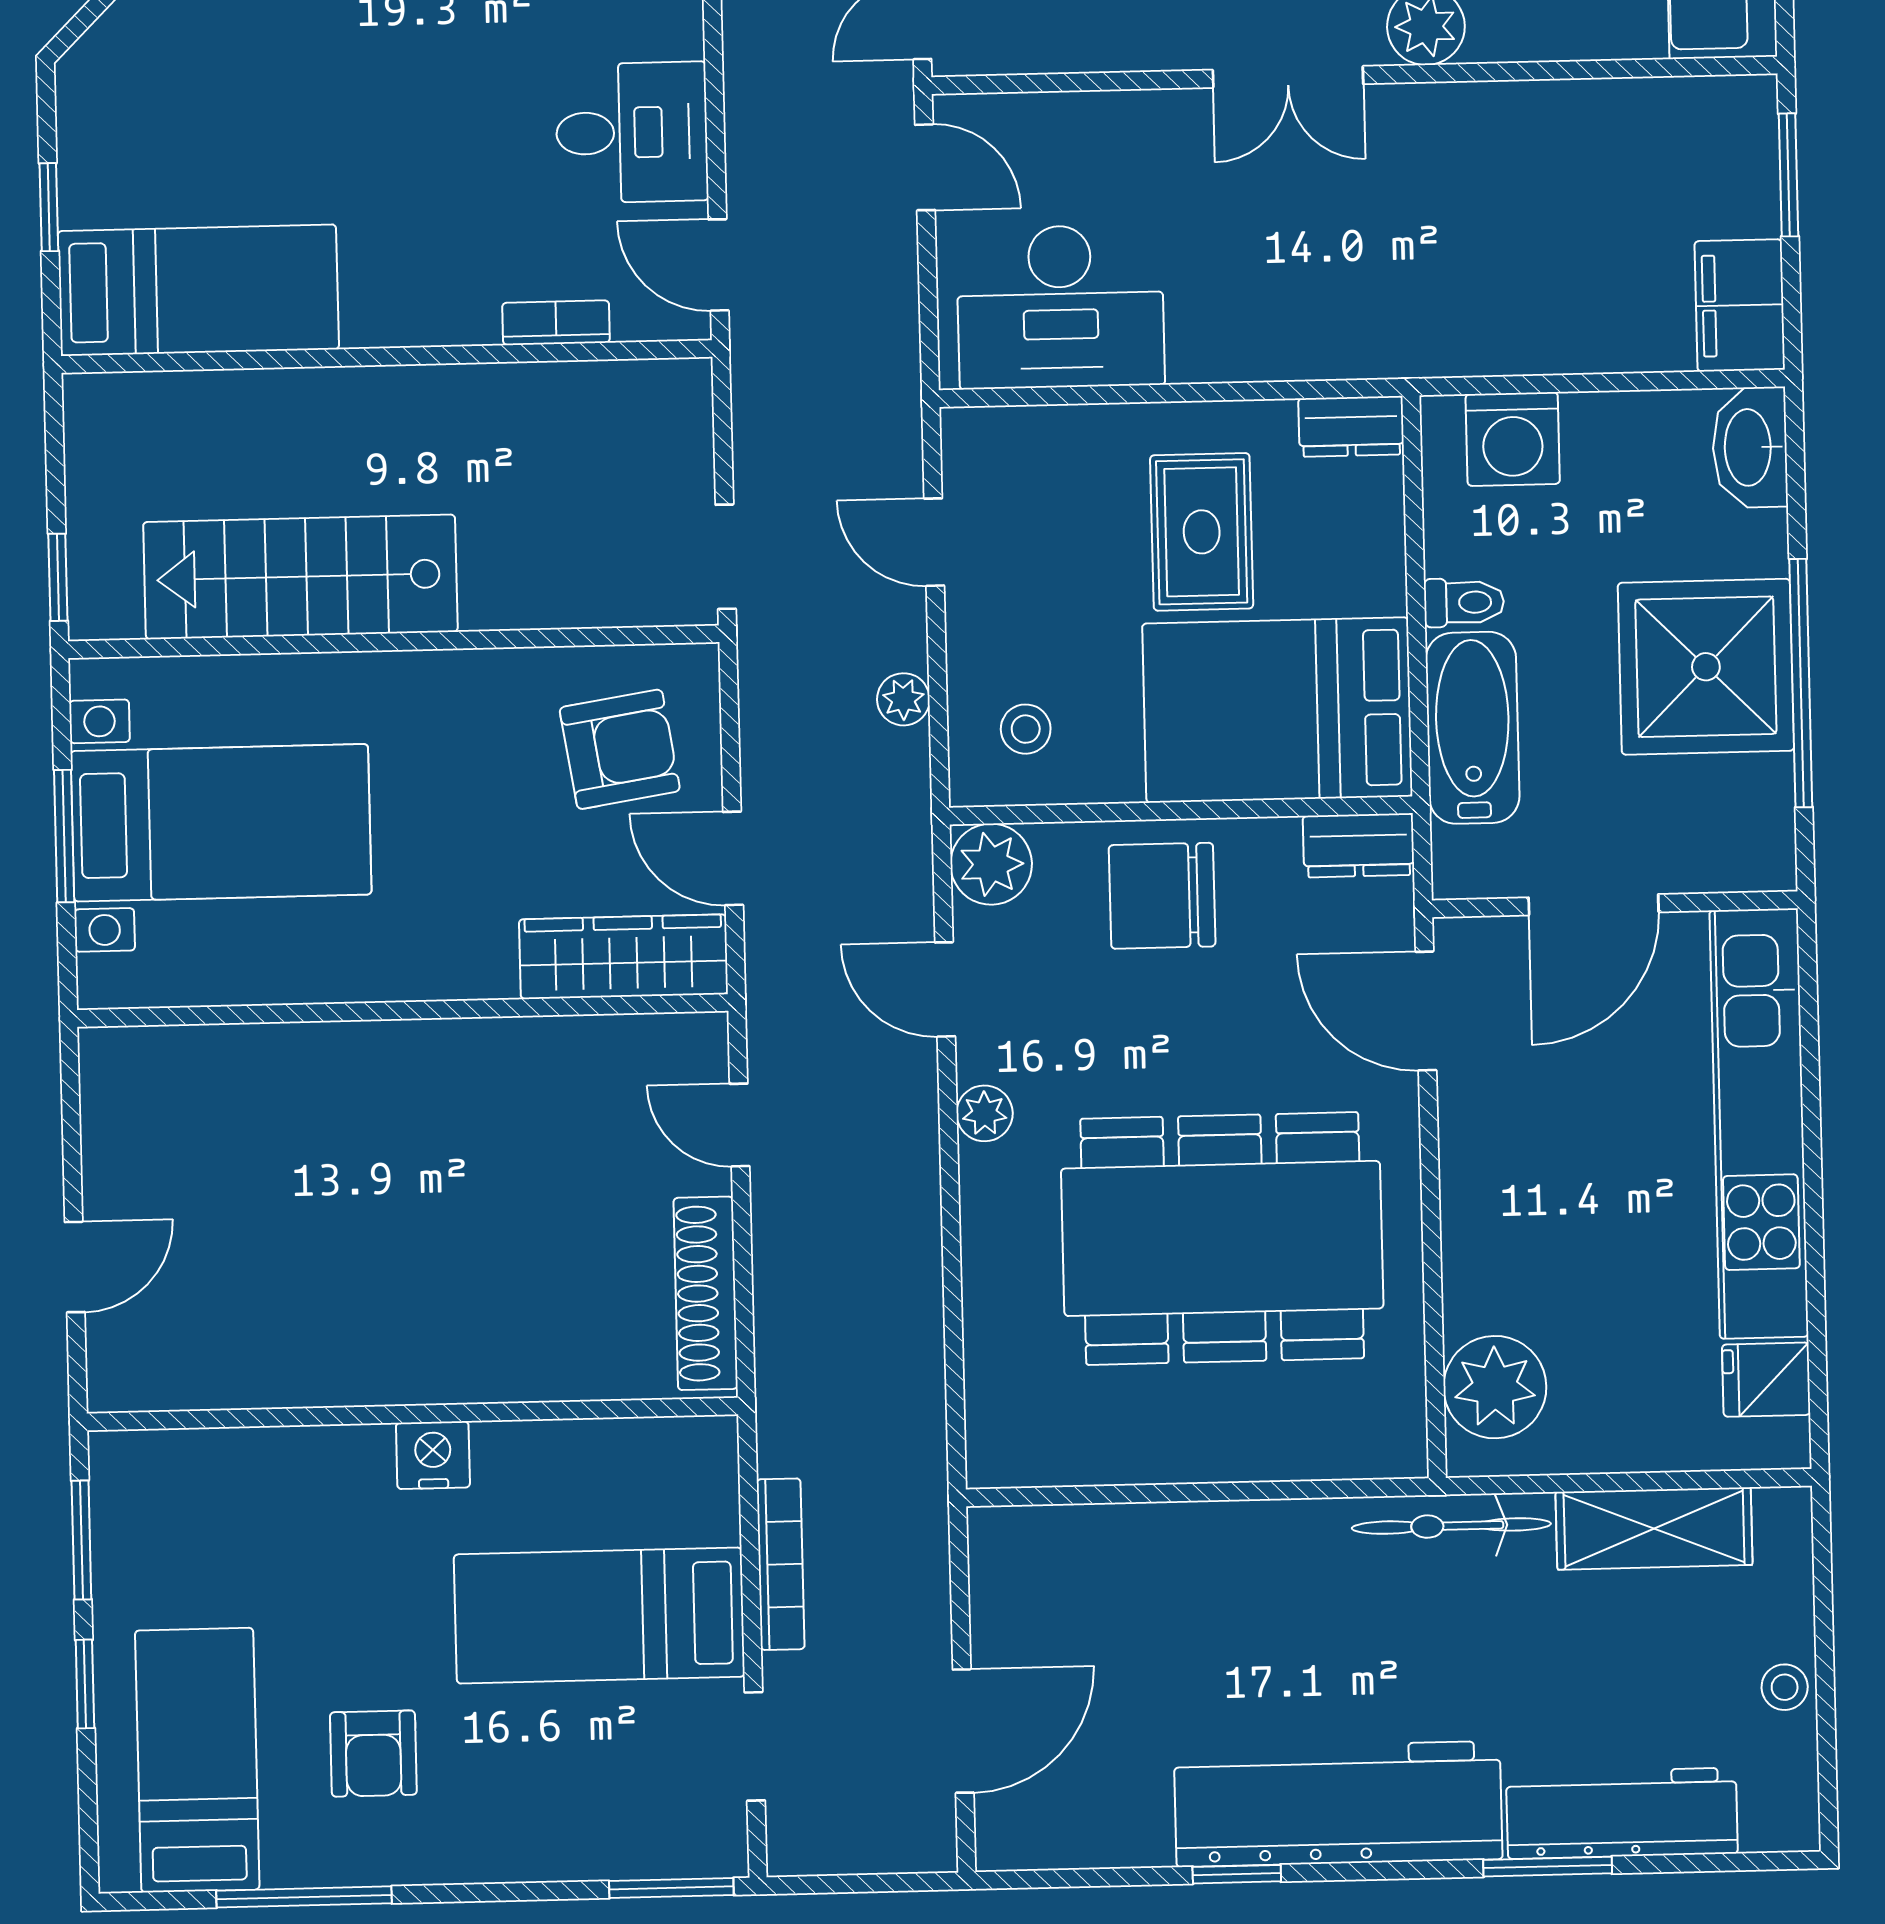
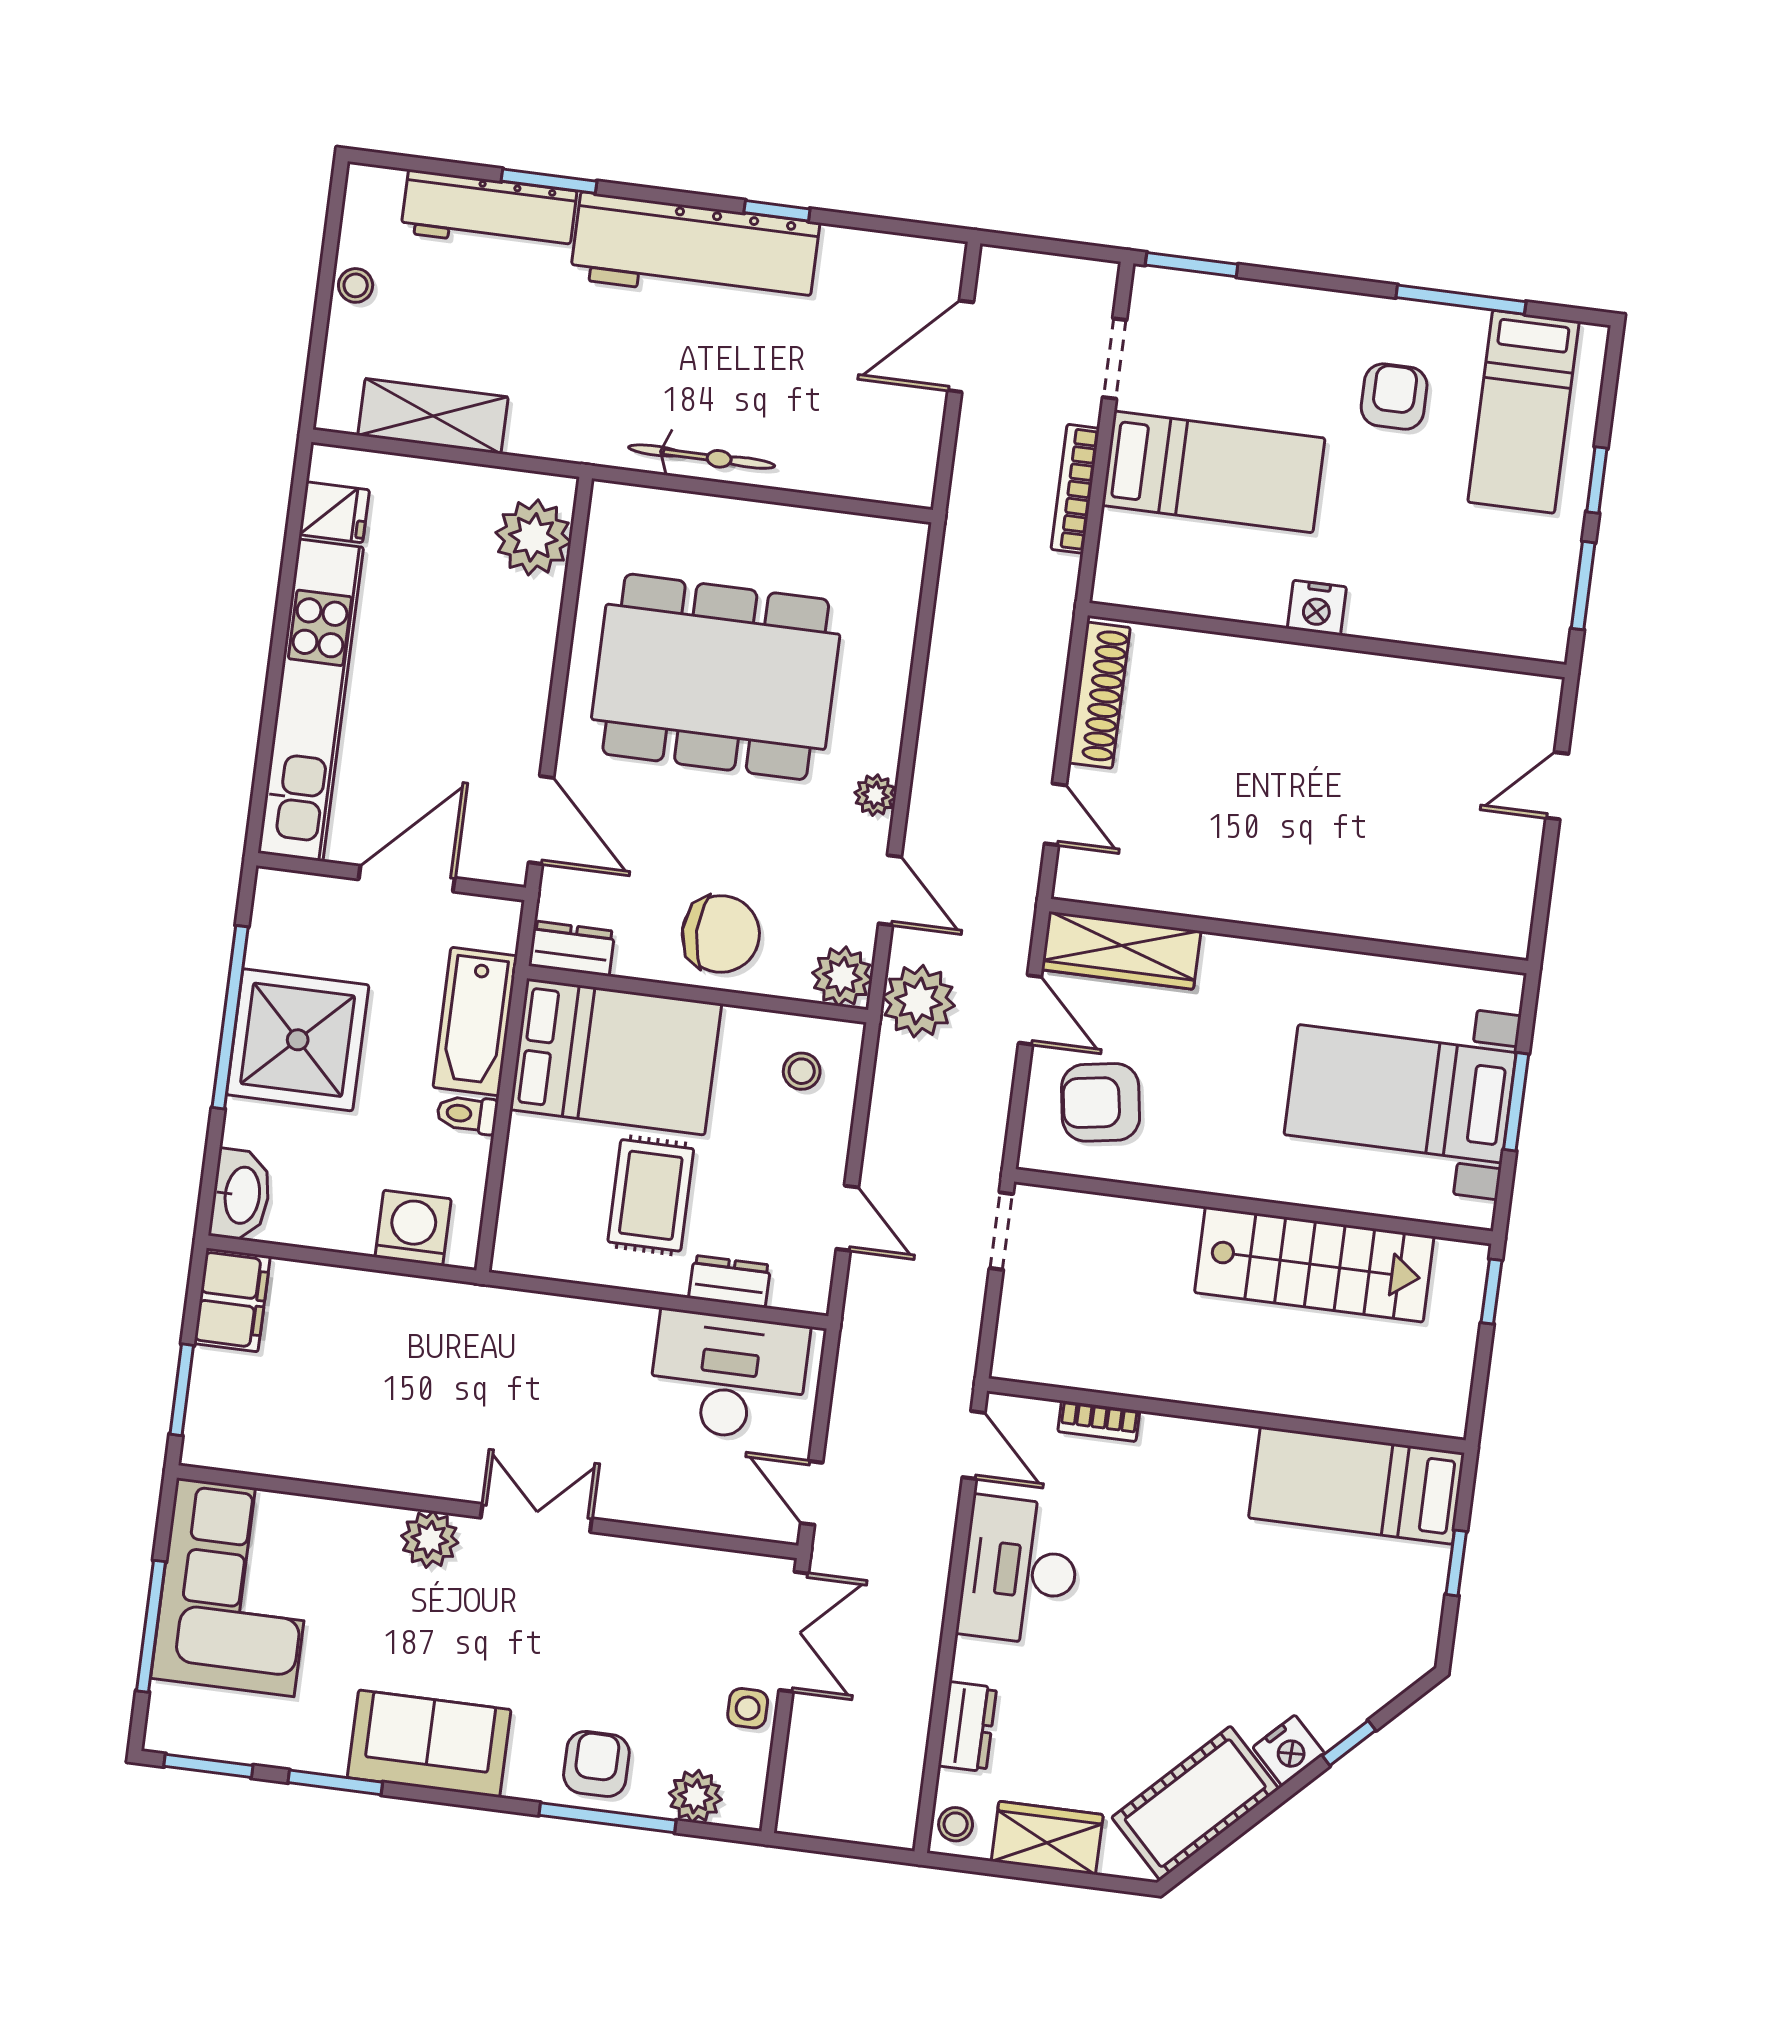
desk: (632, 132) -> (1019, 1571), width x1.37
dresser: (1351, 426) -> (730, 1282), moved
plant: (903, 699) -> (918, 1001), moved, width x1.88, depth x1.88
bicycle: (1451, 1526) -> (702, 457), moved

